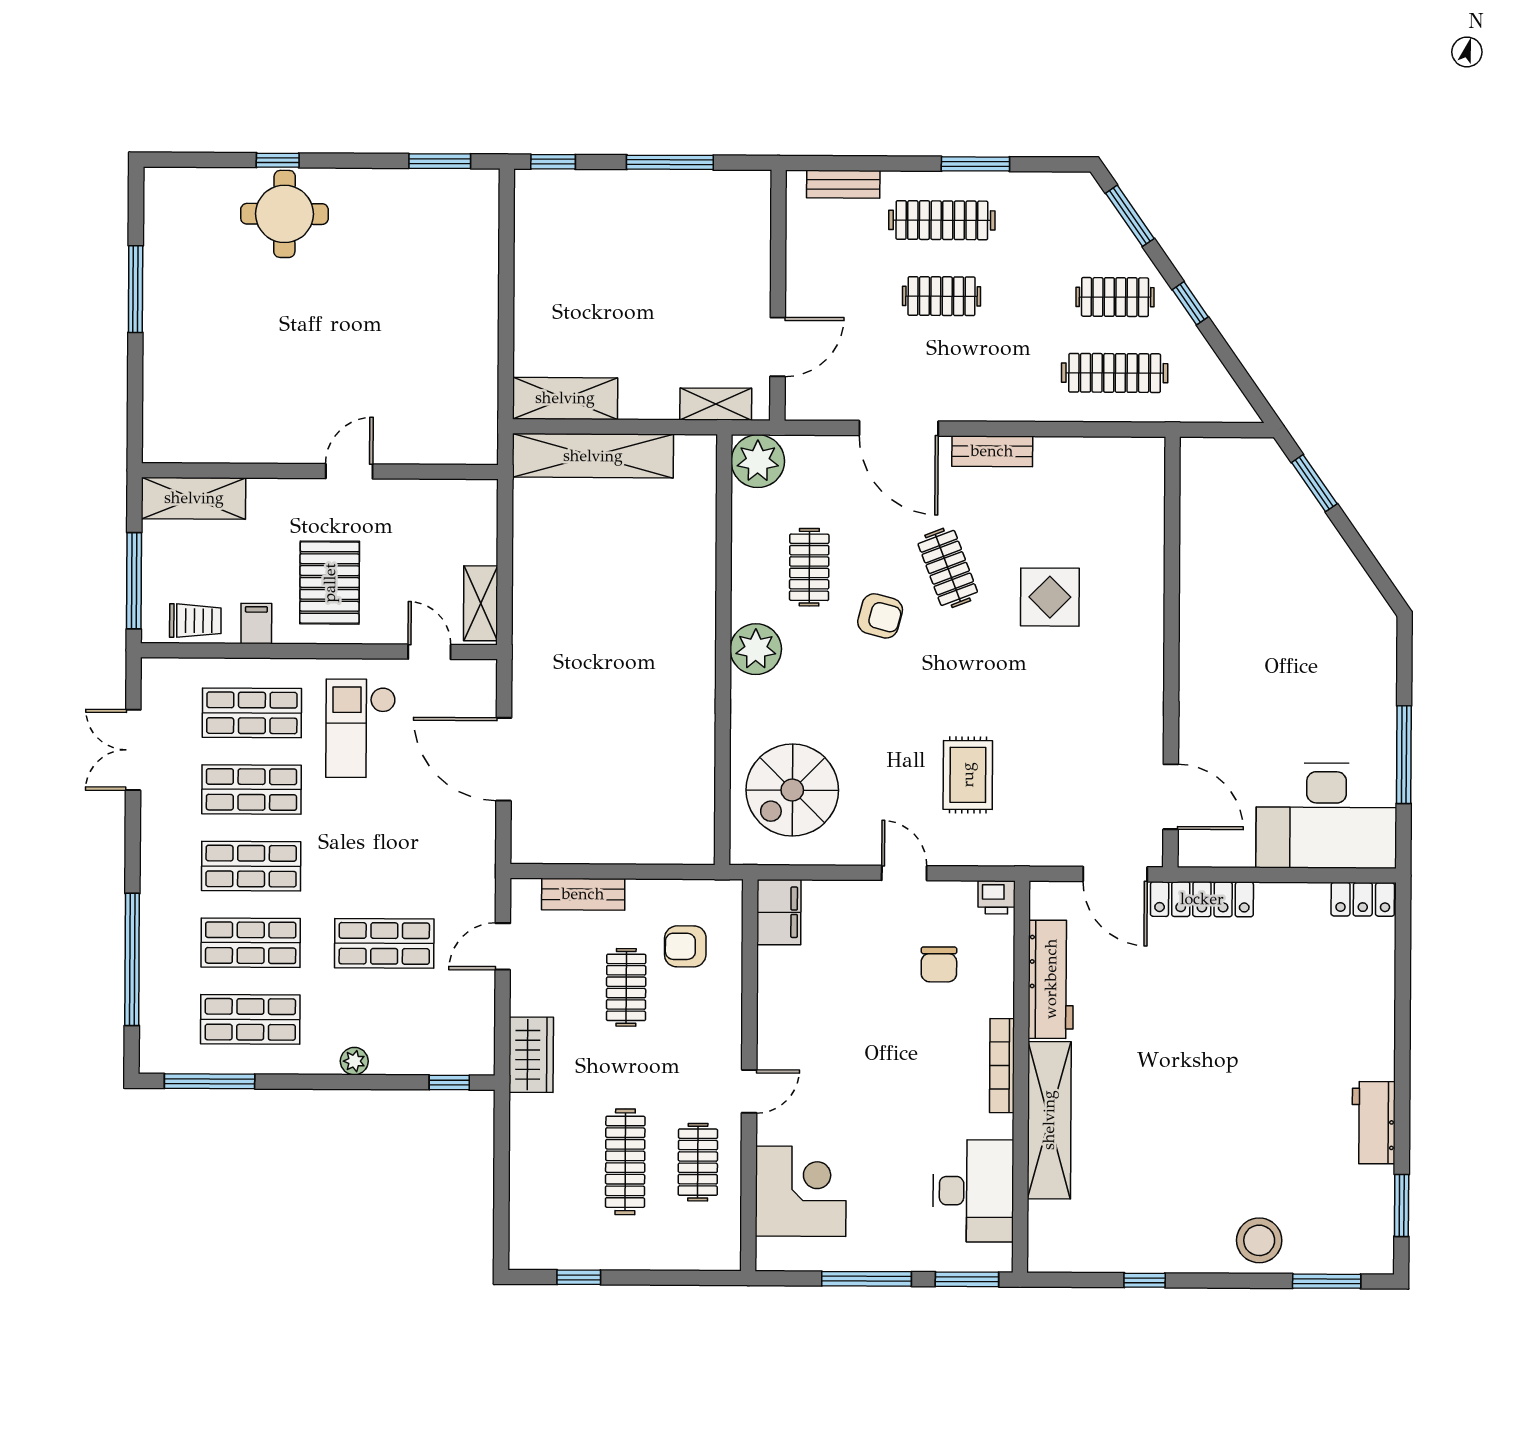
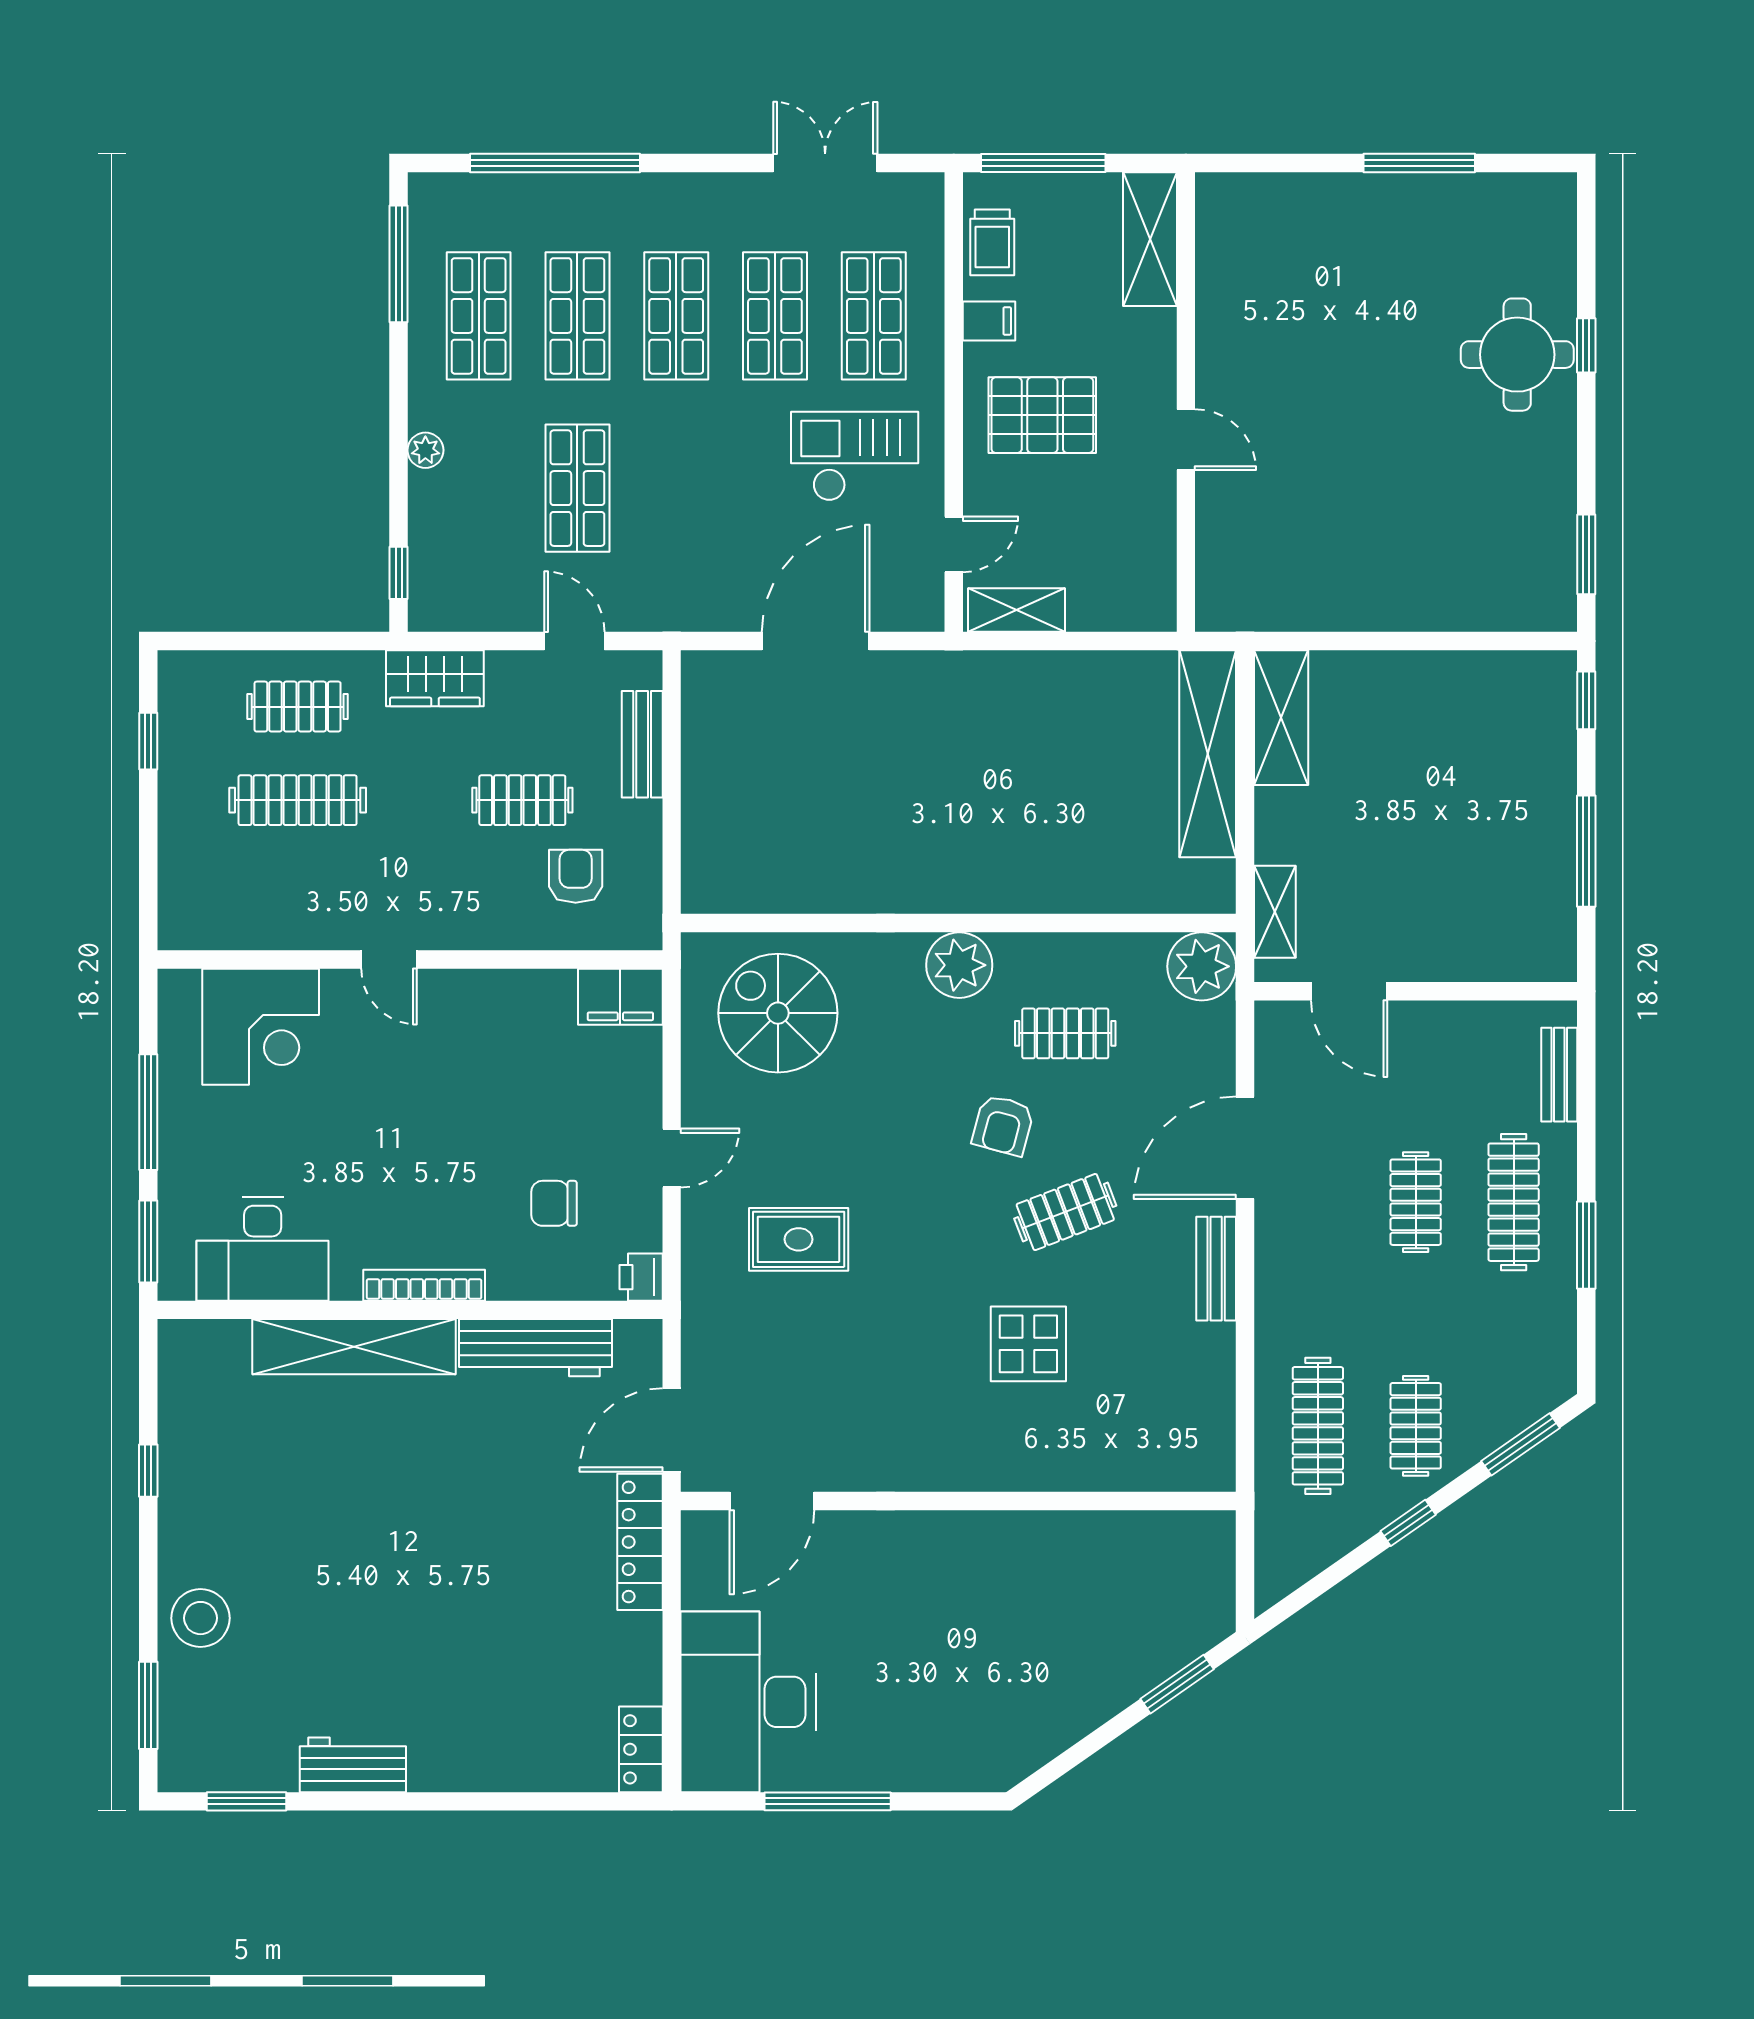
clothes rail: (698, 1162) -> (298, 707), moved

